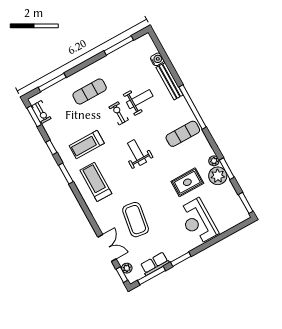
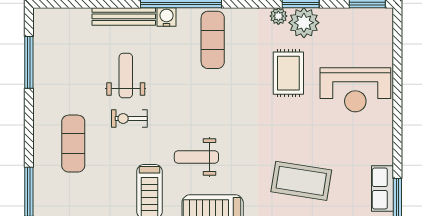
water cooler: (157, 59) -> (167, 17), moved
weight bench: (137, 153) -> (196, 157), moved
window: (181, 259) -> (397, 146), removed

